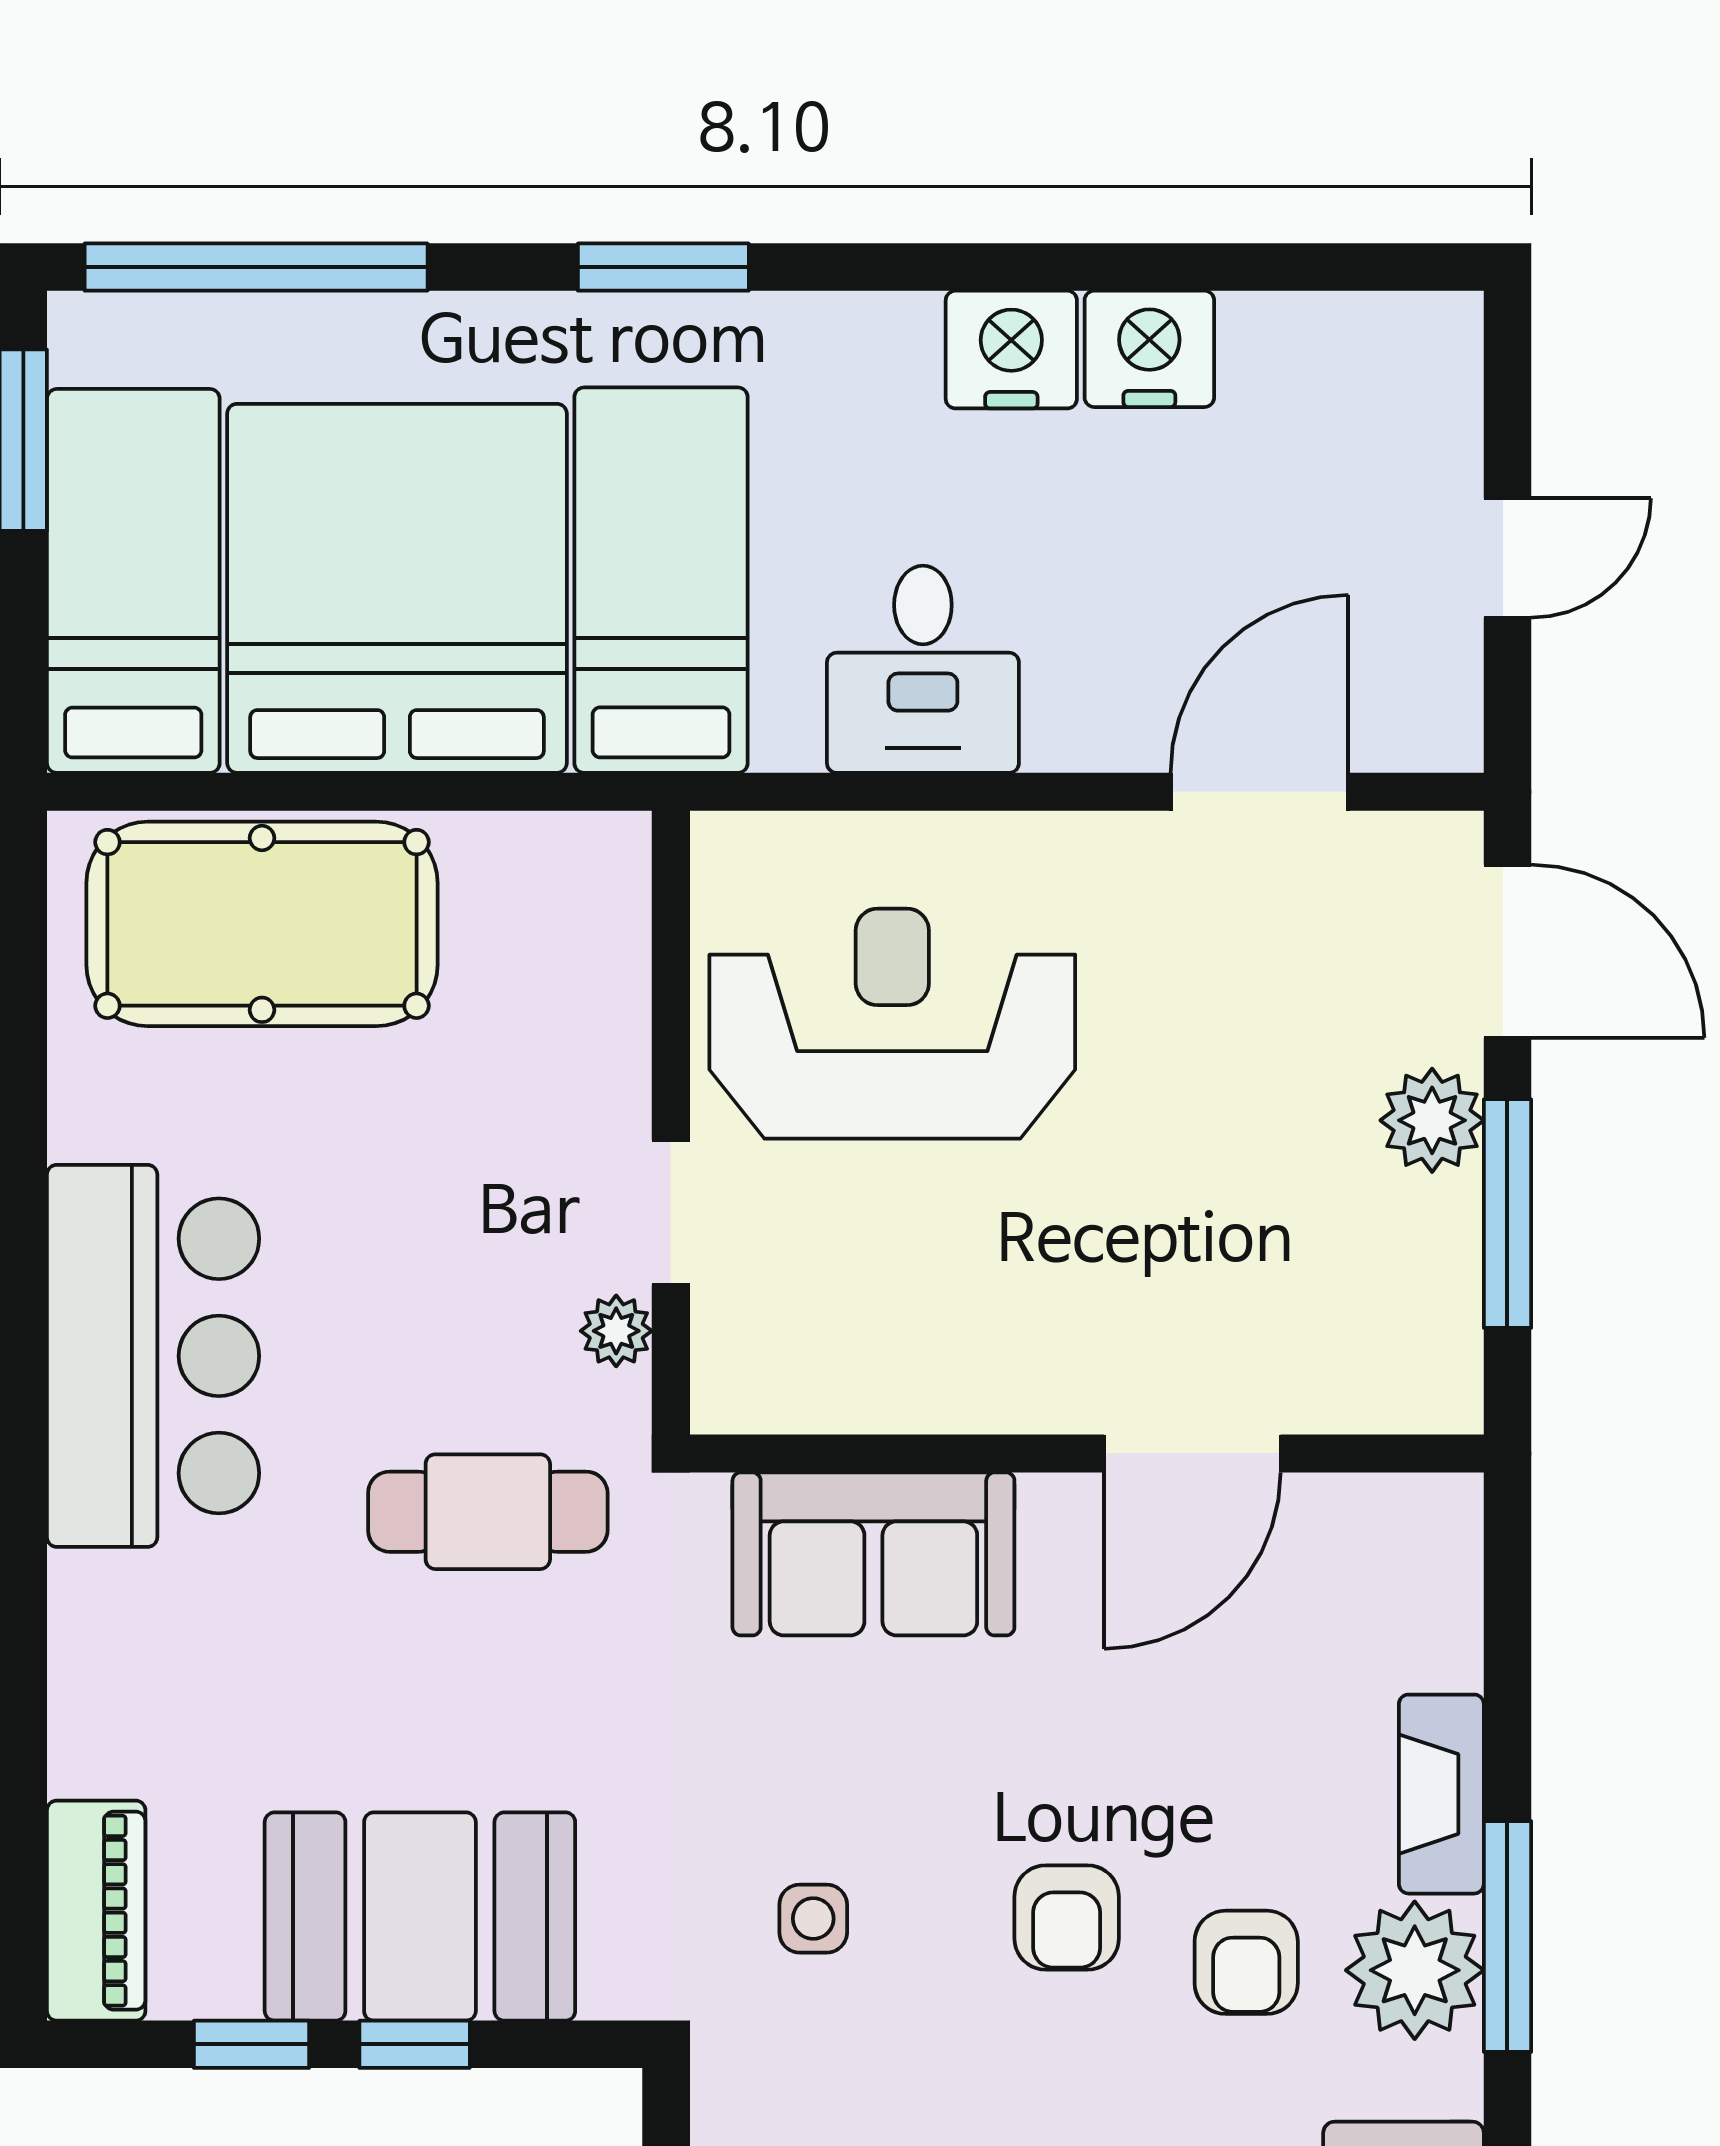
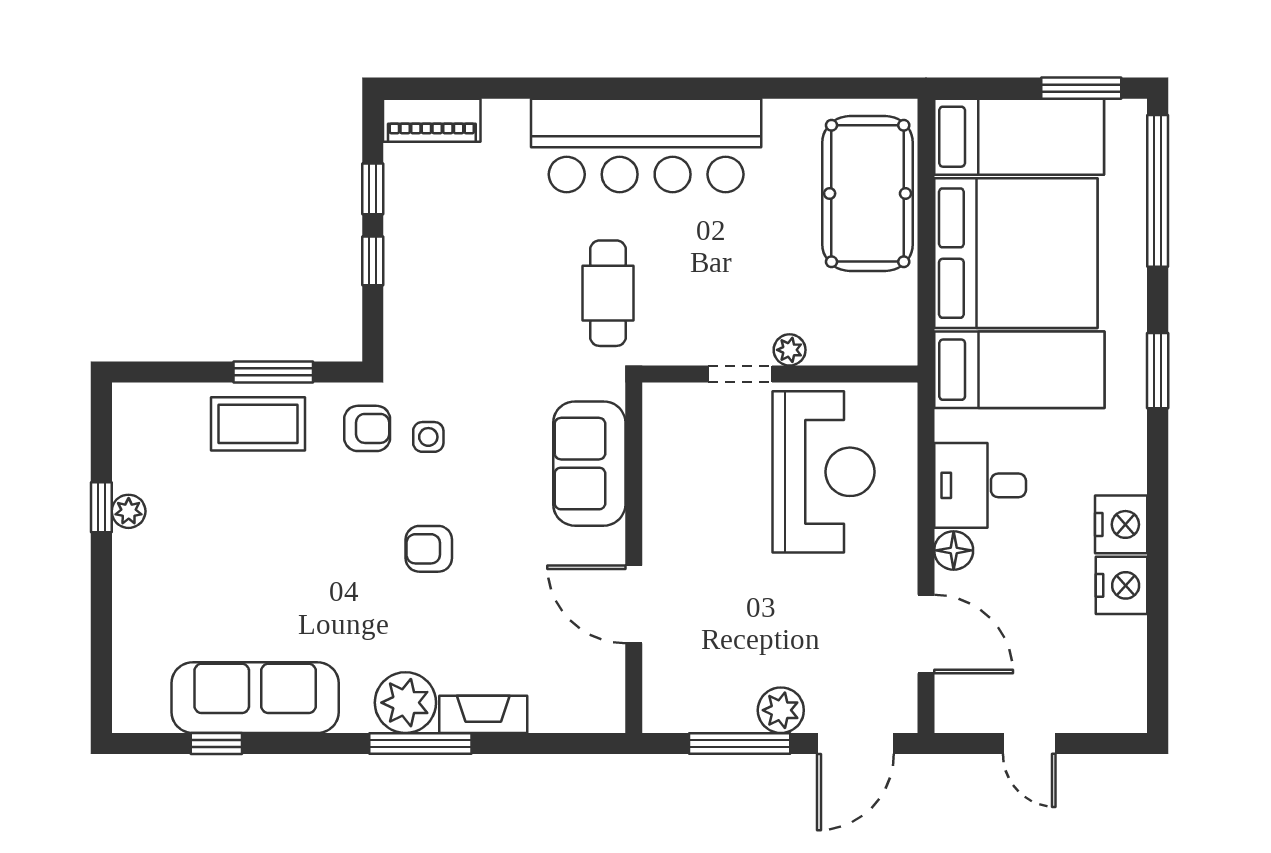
floor lamp: (1070, 729) -> (954, 550), added
plant: (616, 1331) -> (790, 350), moved
bar counter: (153, 1356) -> (646, 145), width x1.36
booth: (420, 1917) -> (429, 263), removed
armchair: (1246, 1962) -> (367, 428), moved, turned 180

